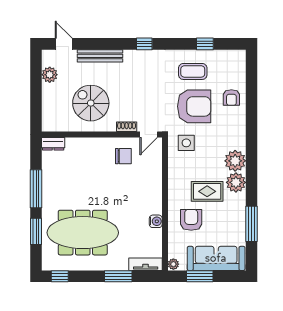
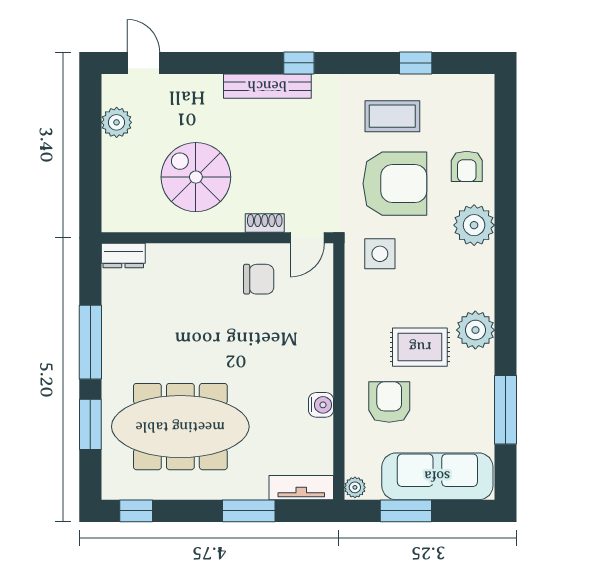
bench: (100, 56) -> (267, 86), moved
plant: (235, 161) -> (474, 225), moved

